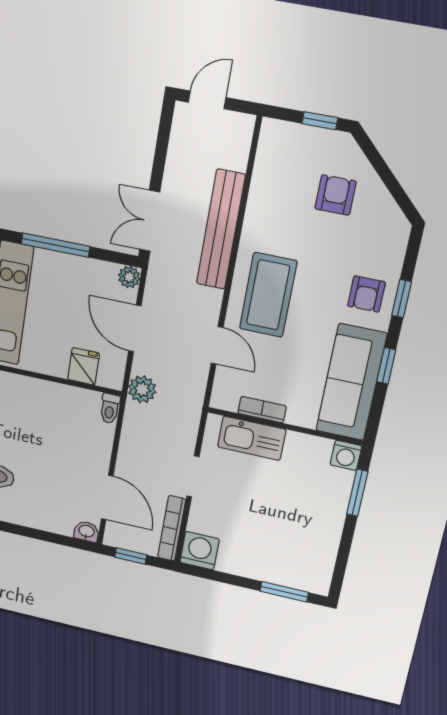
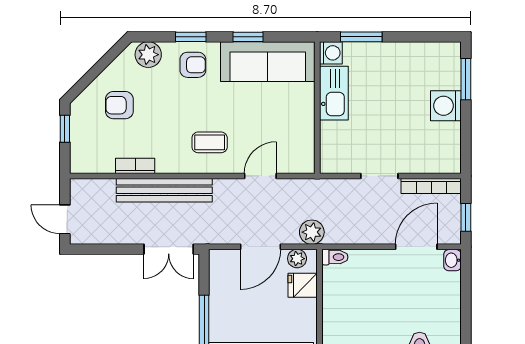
plant: (391, 243) -> (148, 55), added
plant: (129, 277) -> (297, 259), moved
coffee table: (268, 295) -> (210, 142), width x0.54, depth x0.58
bookcase: (262, 410) -> (135, 166), moved, turned 90
kitchen sink: (252, 438) -> (334, 93), moved
washing machine: (199, 551) -> (446, 106), moved

